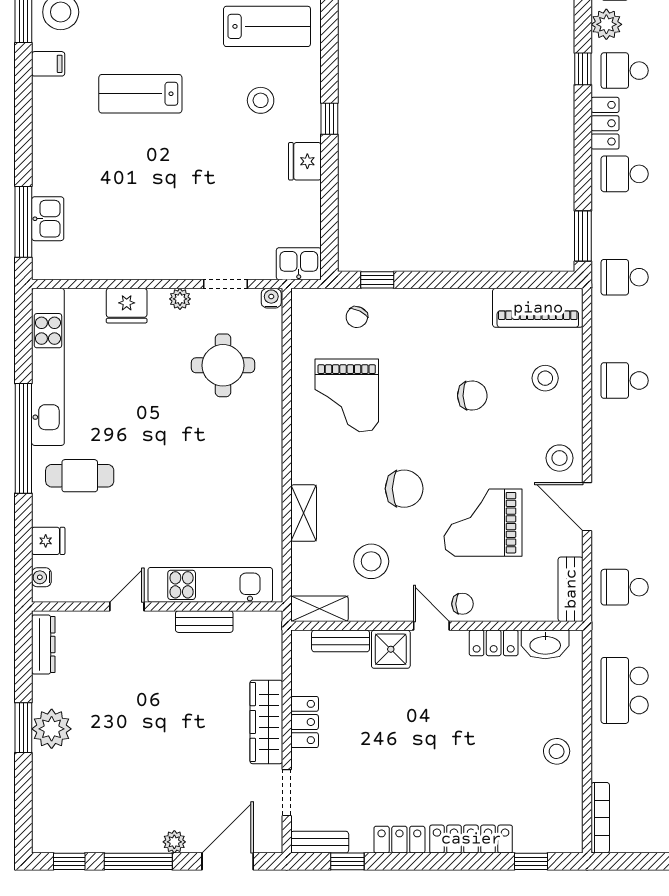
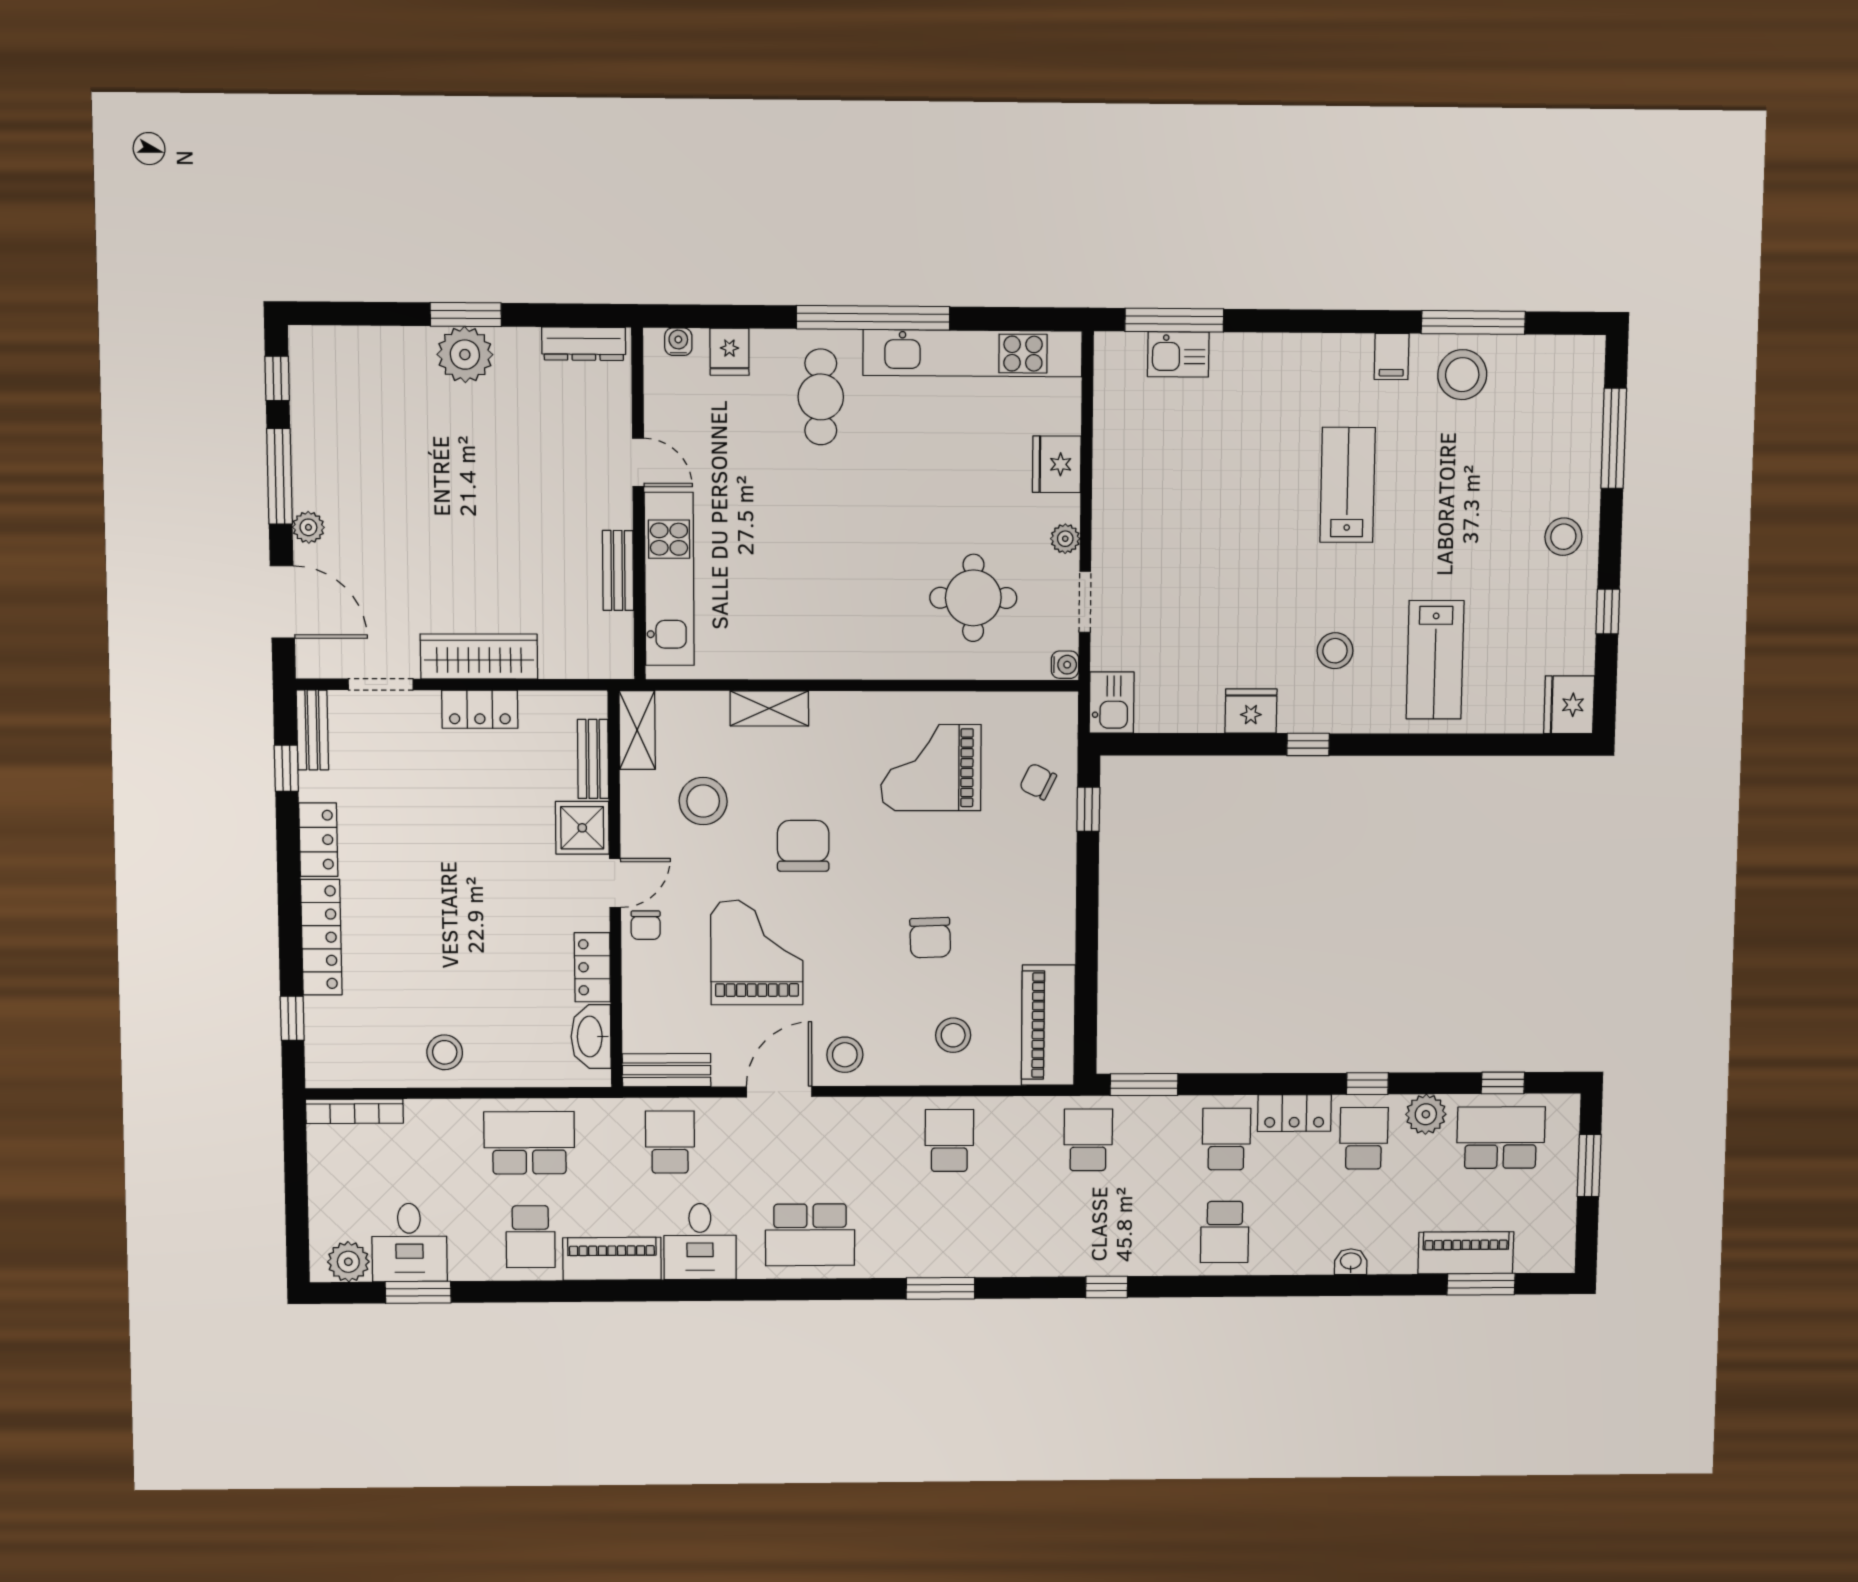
chair: (404, 489) -> (803, 846), turned 180

